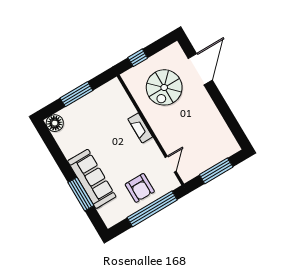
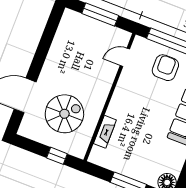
fireplace: (140, 128) -> (105, 132), moved

